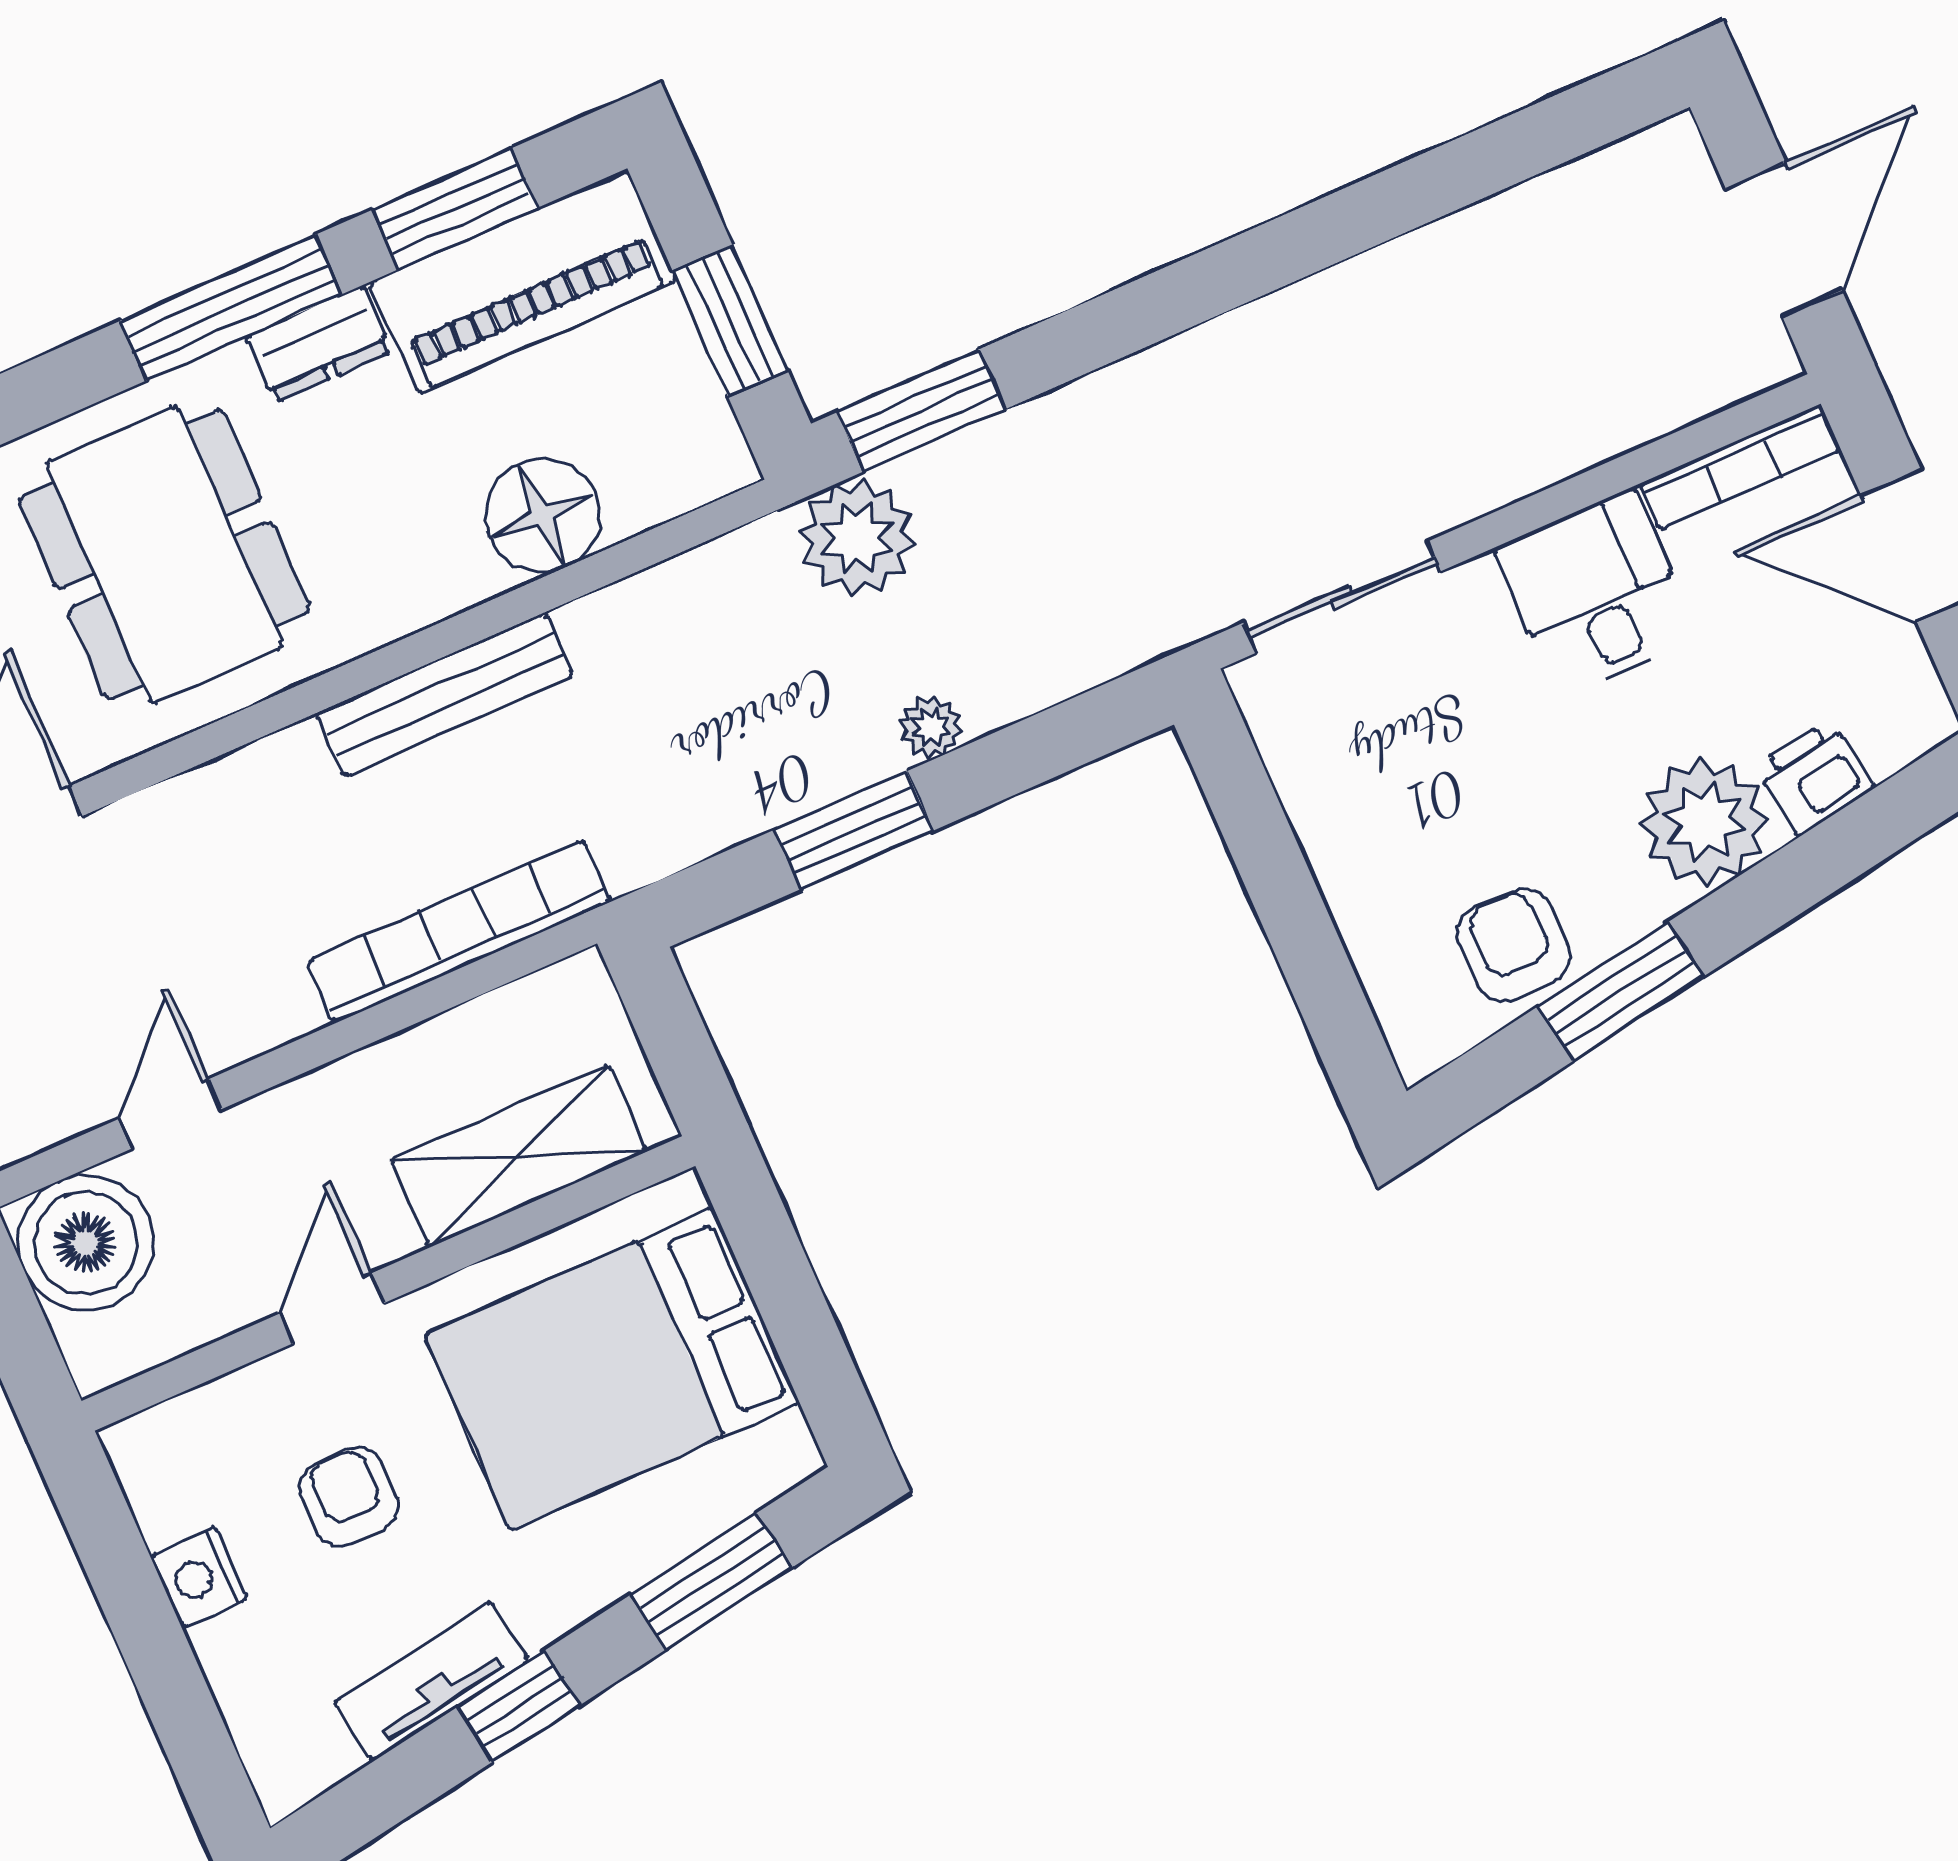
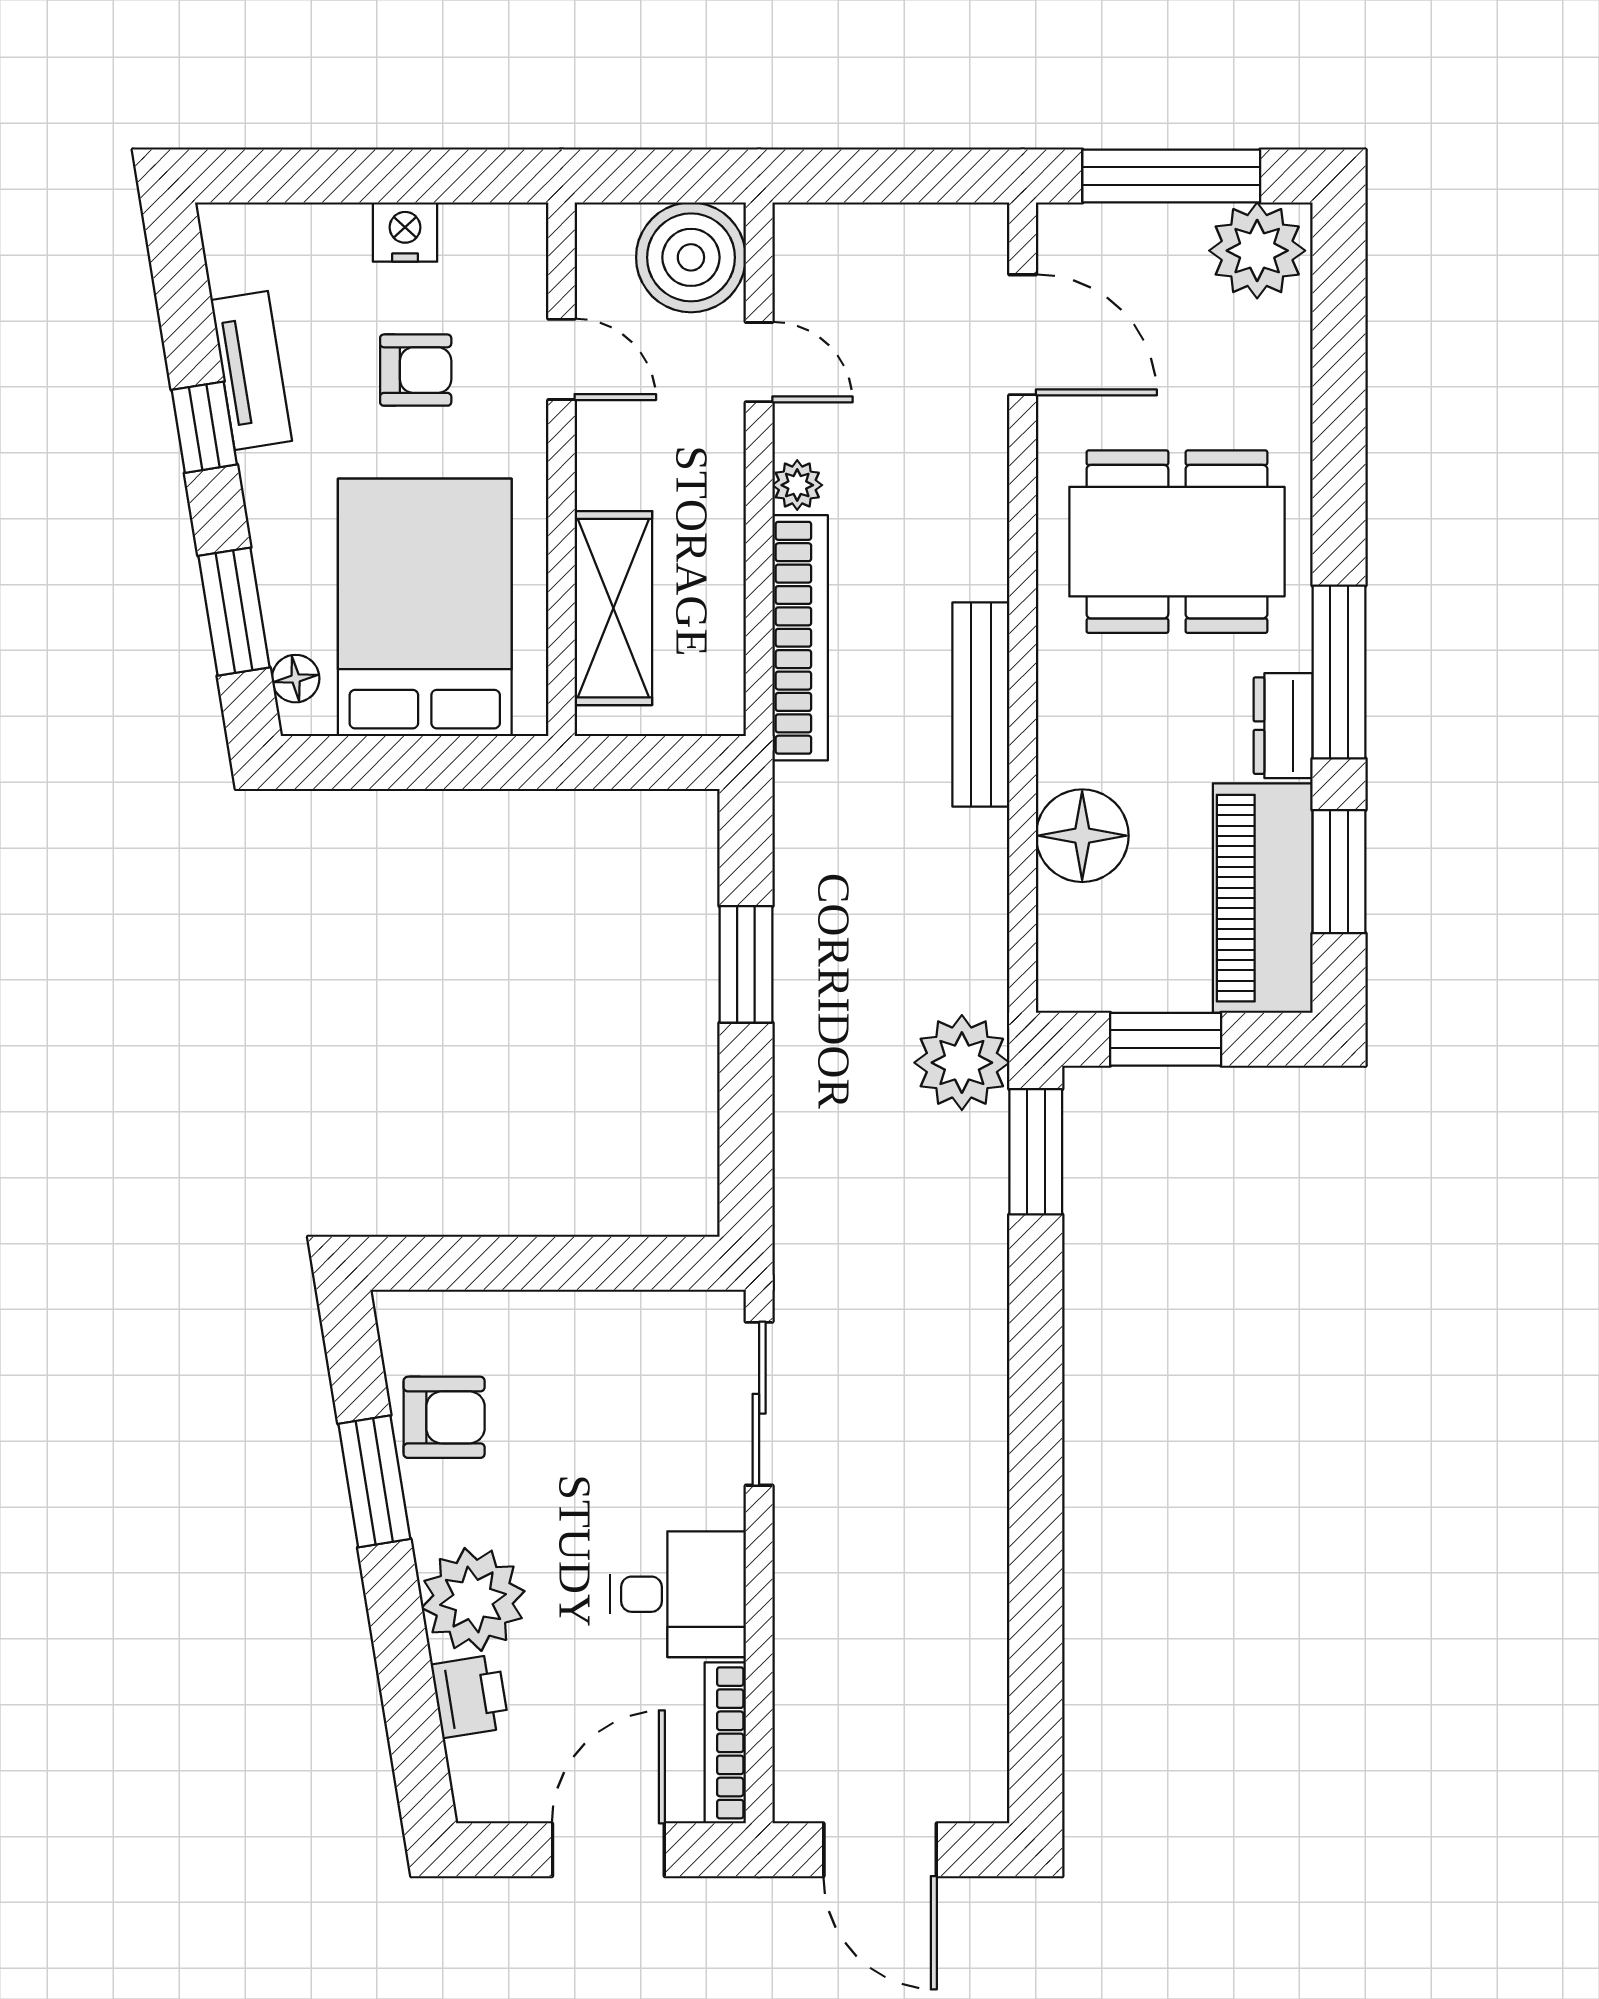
plant: (931, 727) -> (797, 485), moved
door: (332, 1308) -> (561, 359), moved
floor lamp: (756, 1479) -> (296, 679), added

